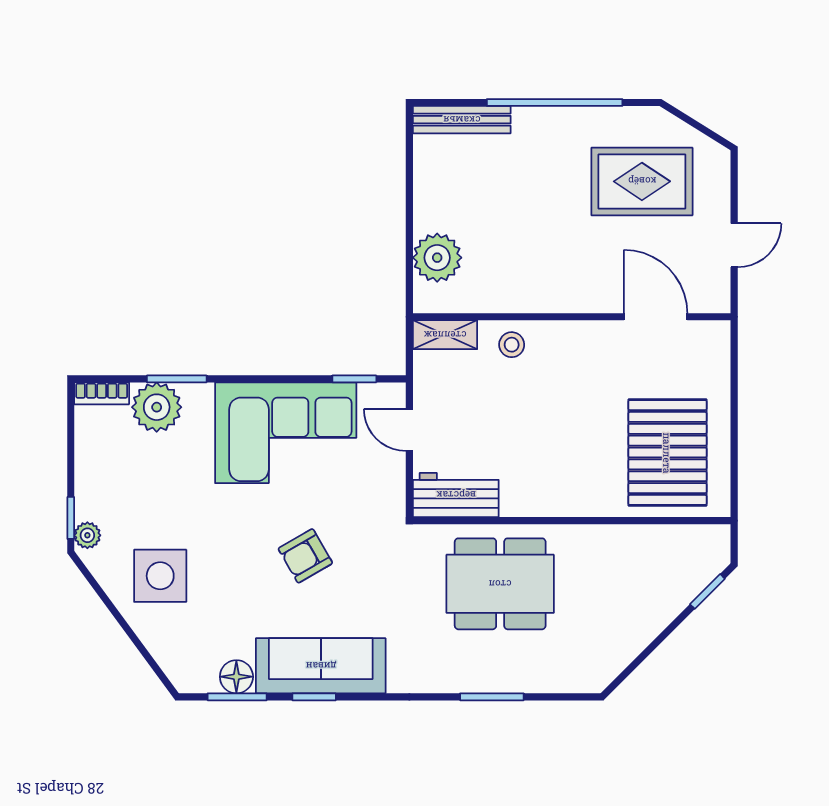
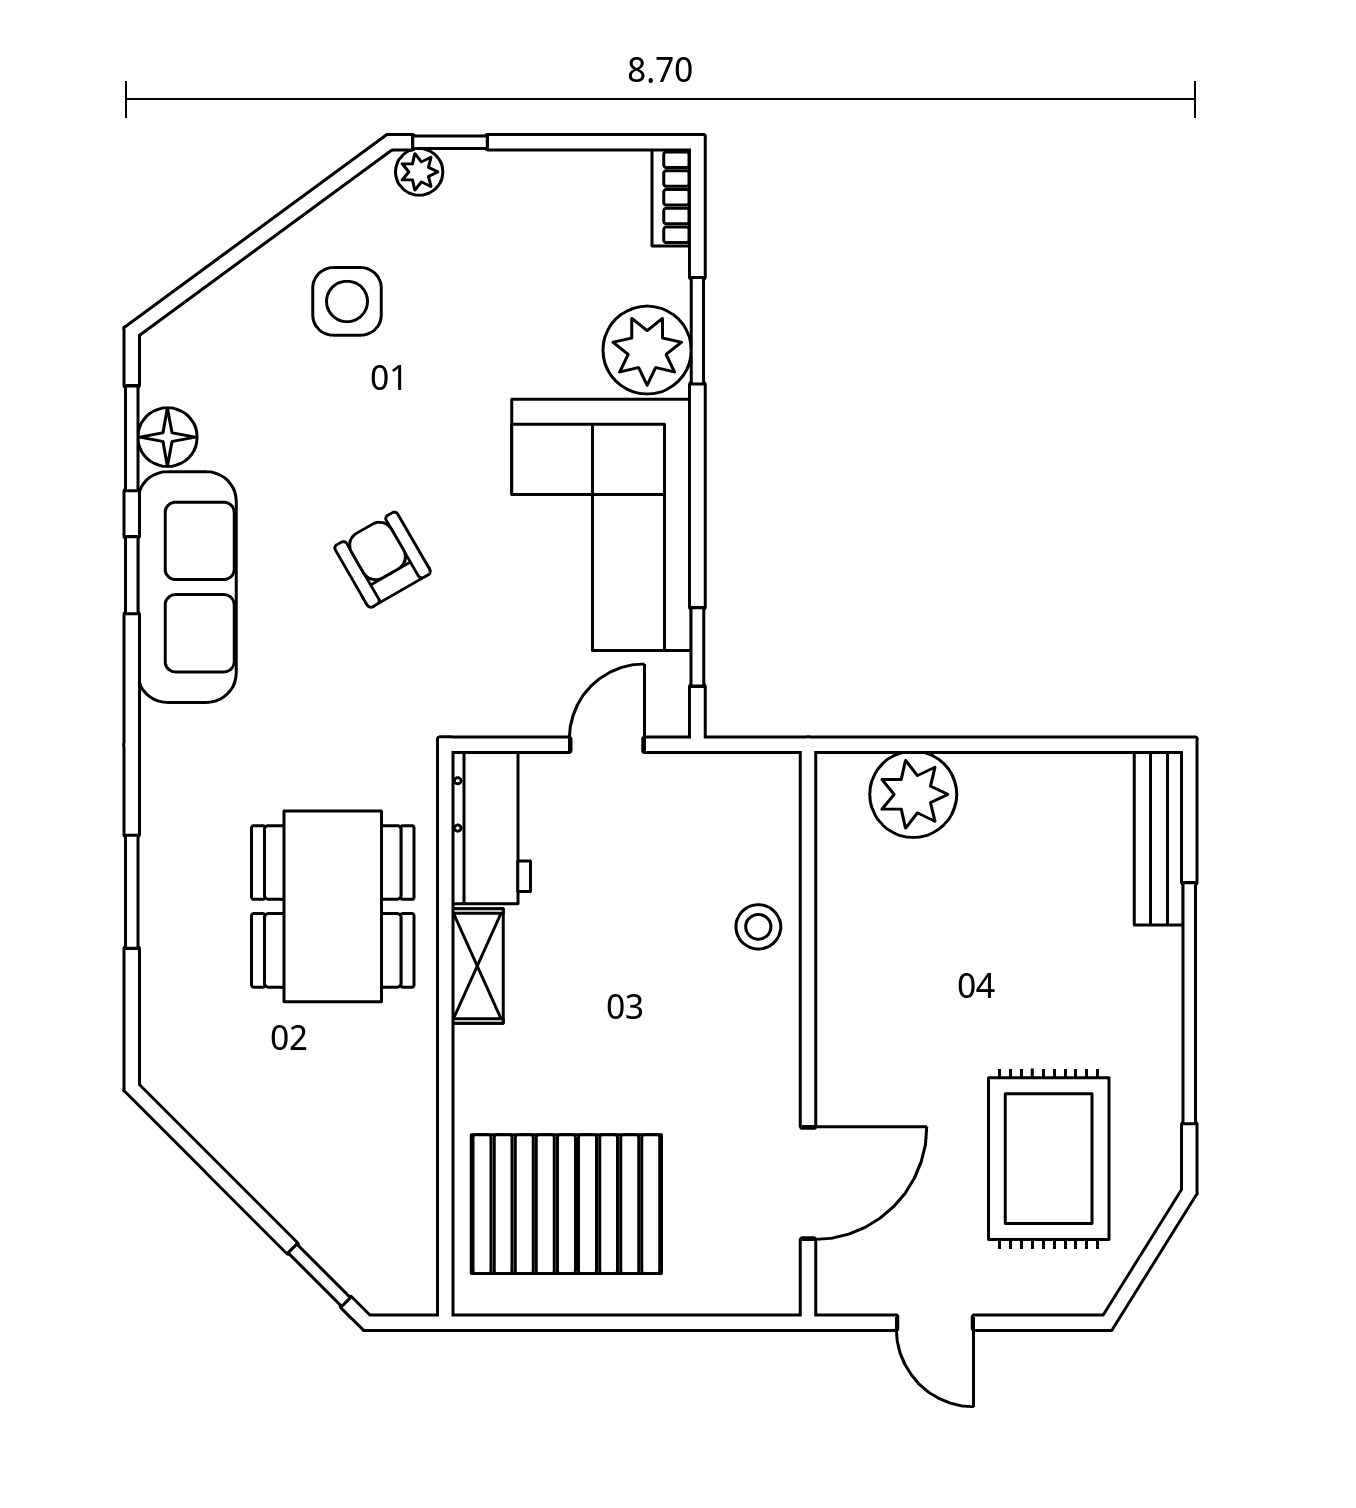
shelving: (445, 335) -> (477, 966), moved
plant: (157, 407) -> (647, 350), moved
side table: (160, 576) -> (347, 301), width x0.73, depth x0.73

